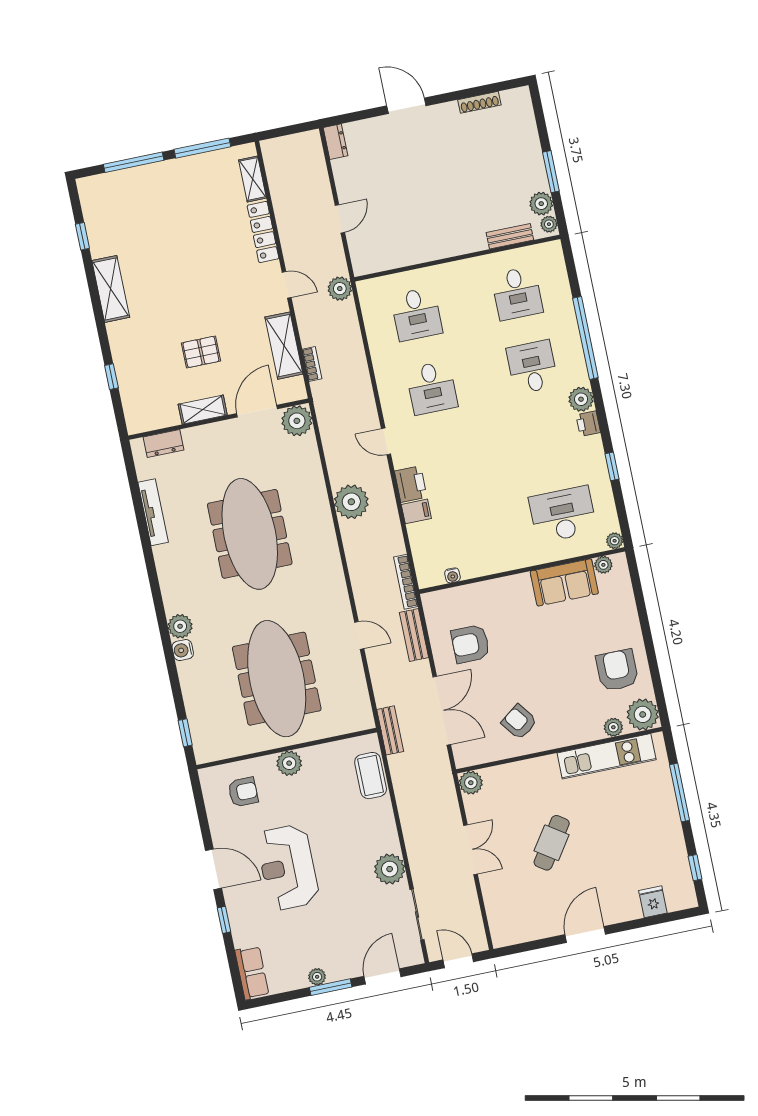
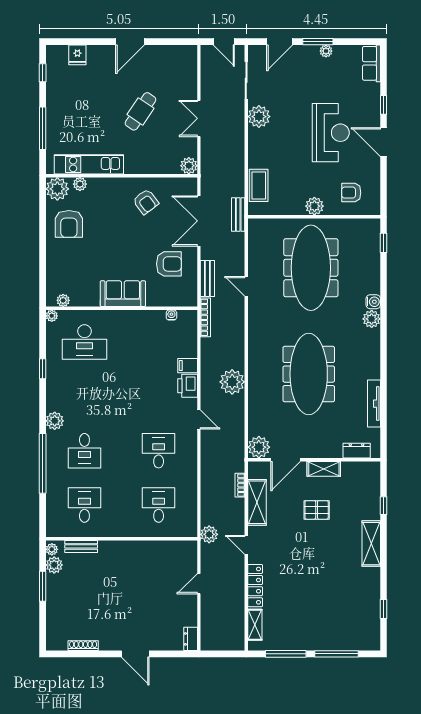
shelving: (111, 289) -> (371, 544), moved
printer: (588, 424) -> (53, 402), removed
sofa: (564, 582) -> (123, 294), moved

